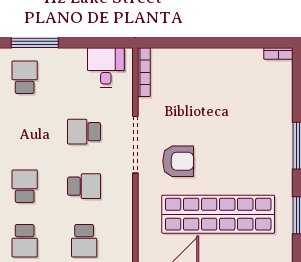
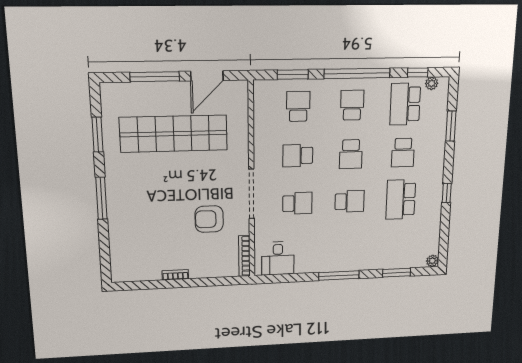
bookcase: (278, 54) -> (175, 275), moved
school desk: (25, 77) -> (349, 201), moved, turned -90
armchair: (178, 161) -> (209, 219), moved

